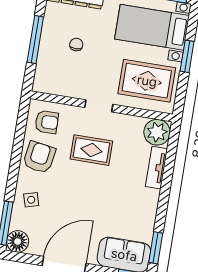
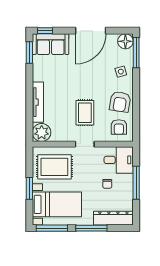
desk: (55, 76) -> (119, 160), added
armchair: (47, 122) -> (119, 127), turned -89
rug: (91, 150) -> (85, 113), turned 90
tv unit: (156, 168) -> (38, 102), width x1.41

